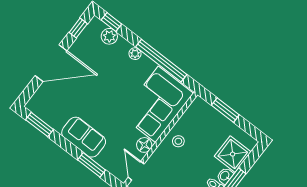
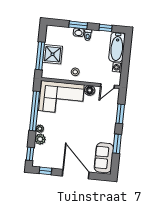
plant: (109, 36) -> (40, 139), moved
window: (225, 110) -> (40, 56), width x1.44
window: (39, 125) -> (117, 144), moved
sofa: (84, 137) -> (104, 158), moved
shower: (233, 154) -> (53, 54), moved

